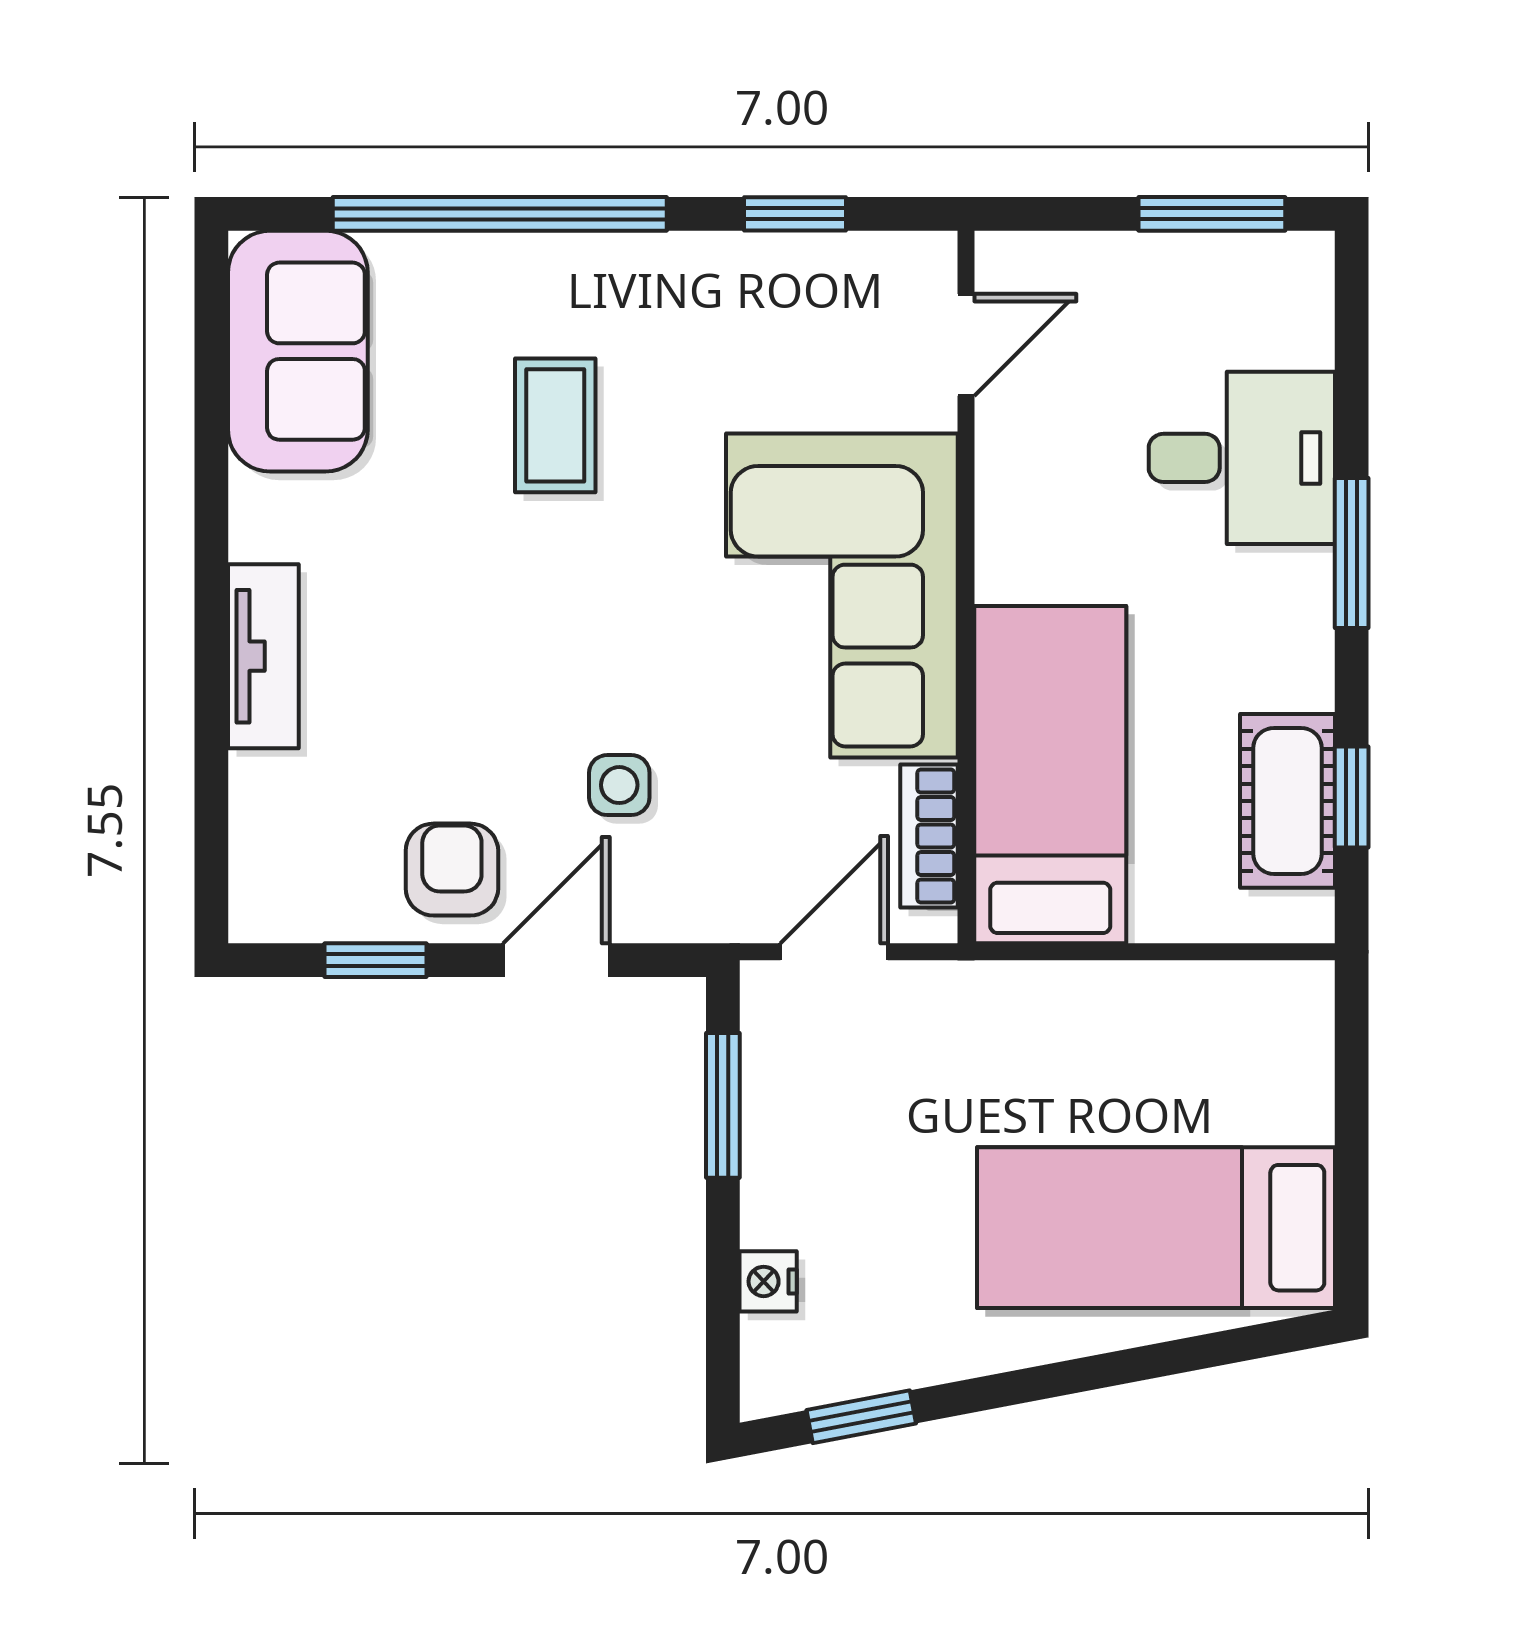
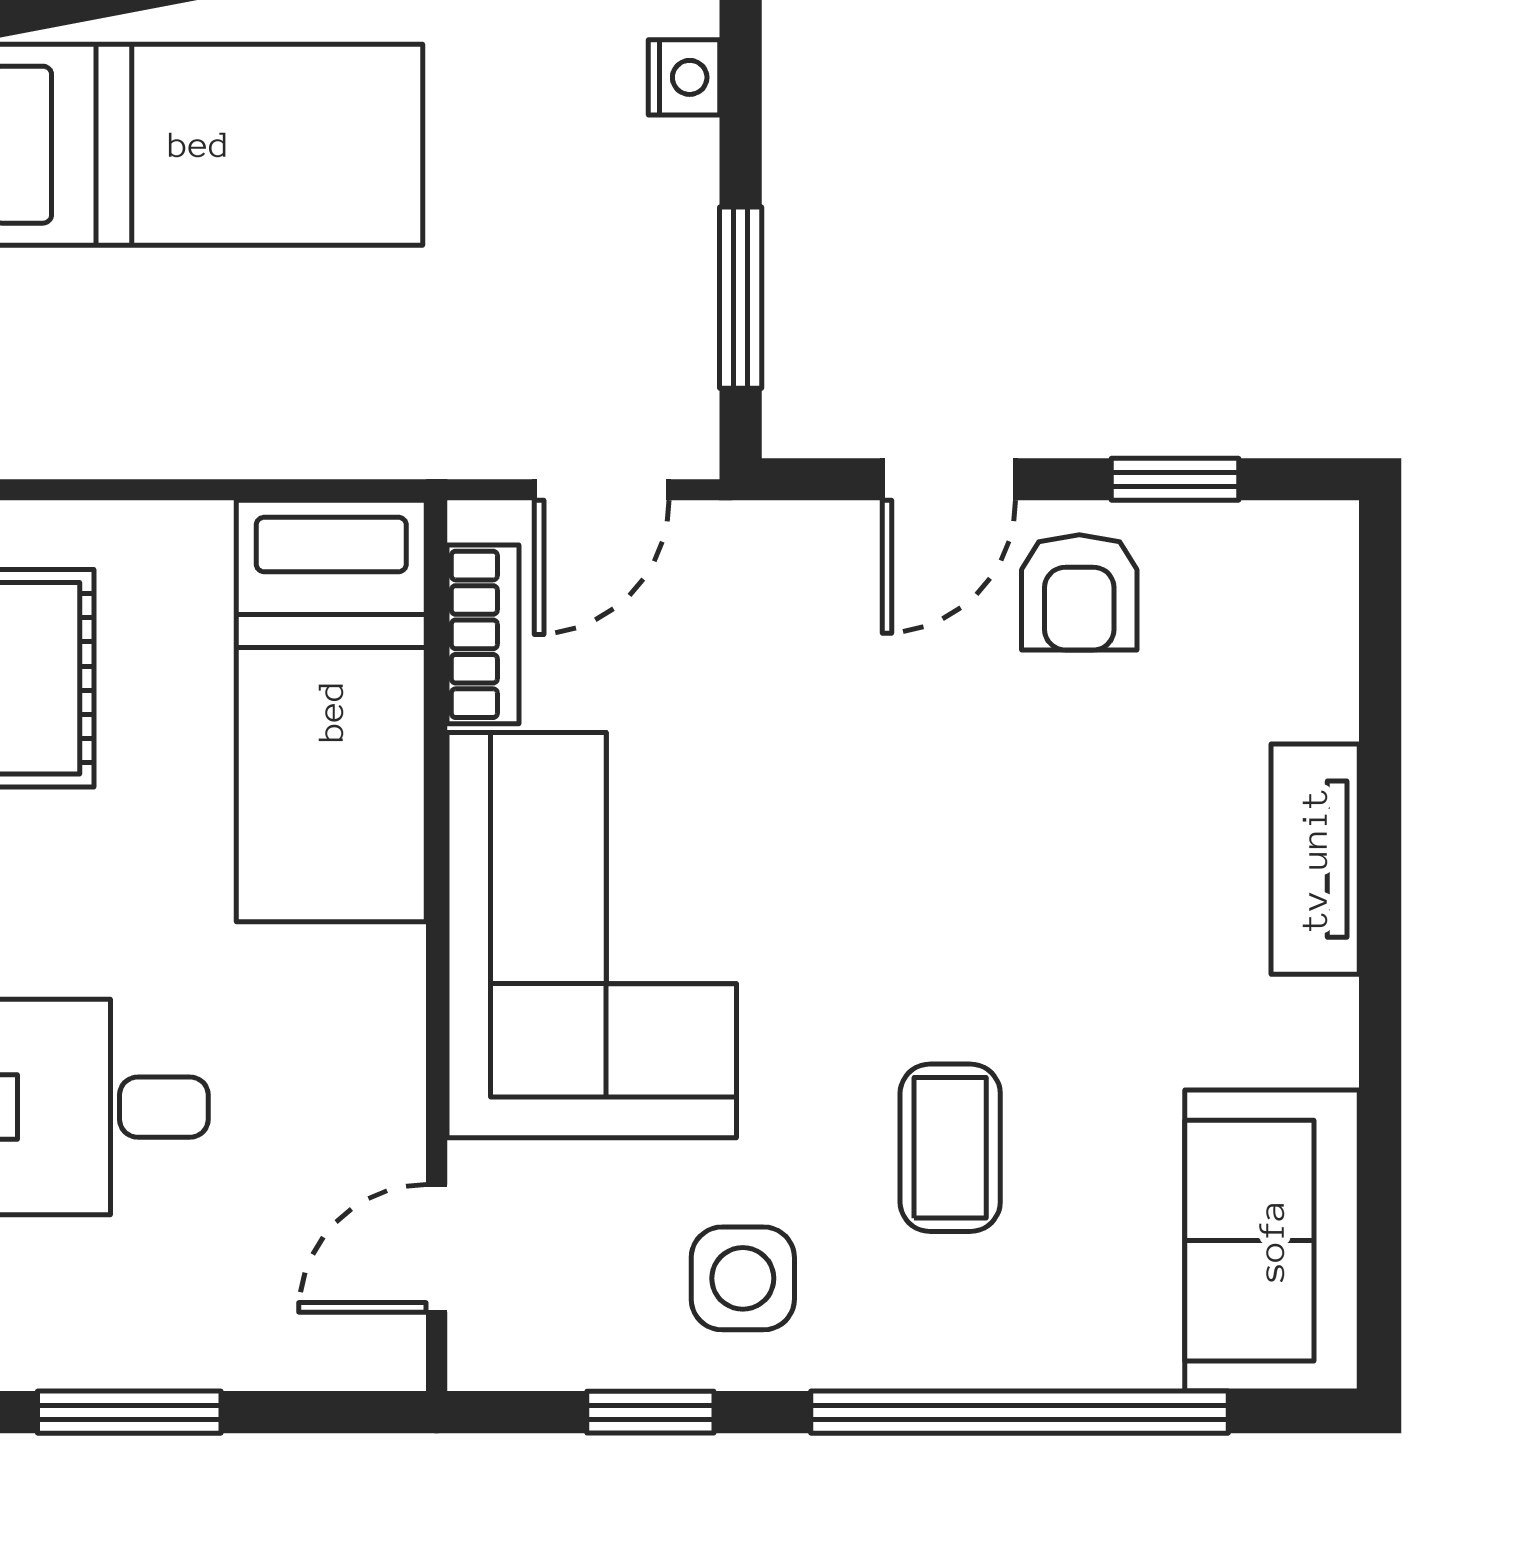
side table: (619, 785) -> (743, 1278), moved, width x1.37, depth x1.37

